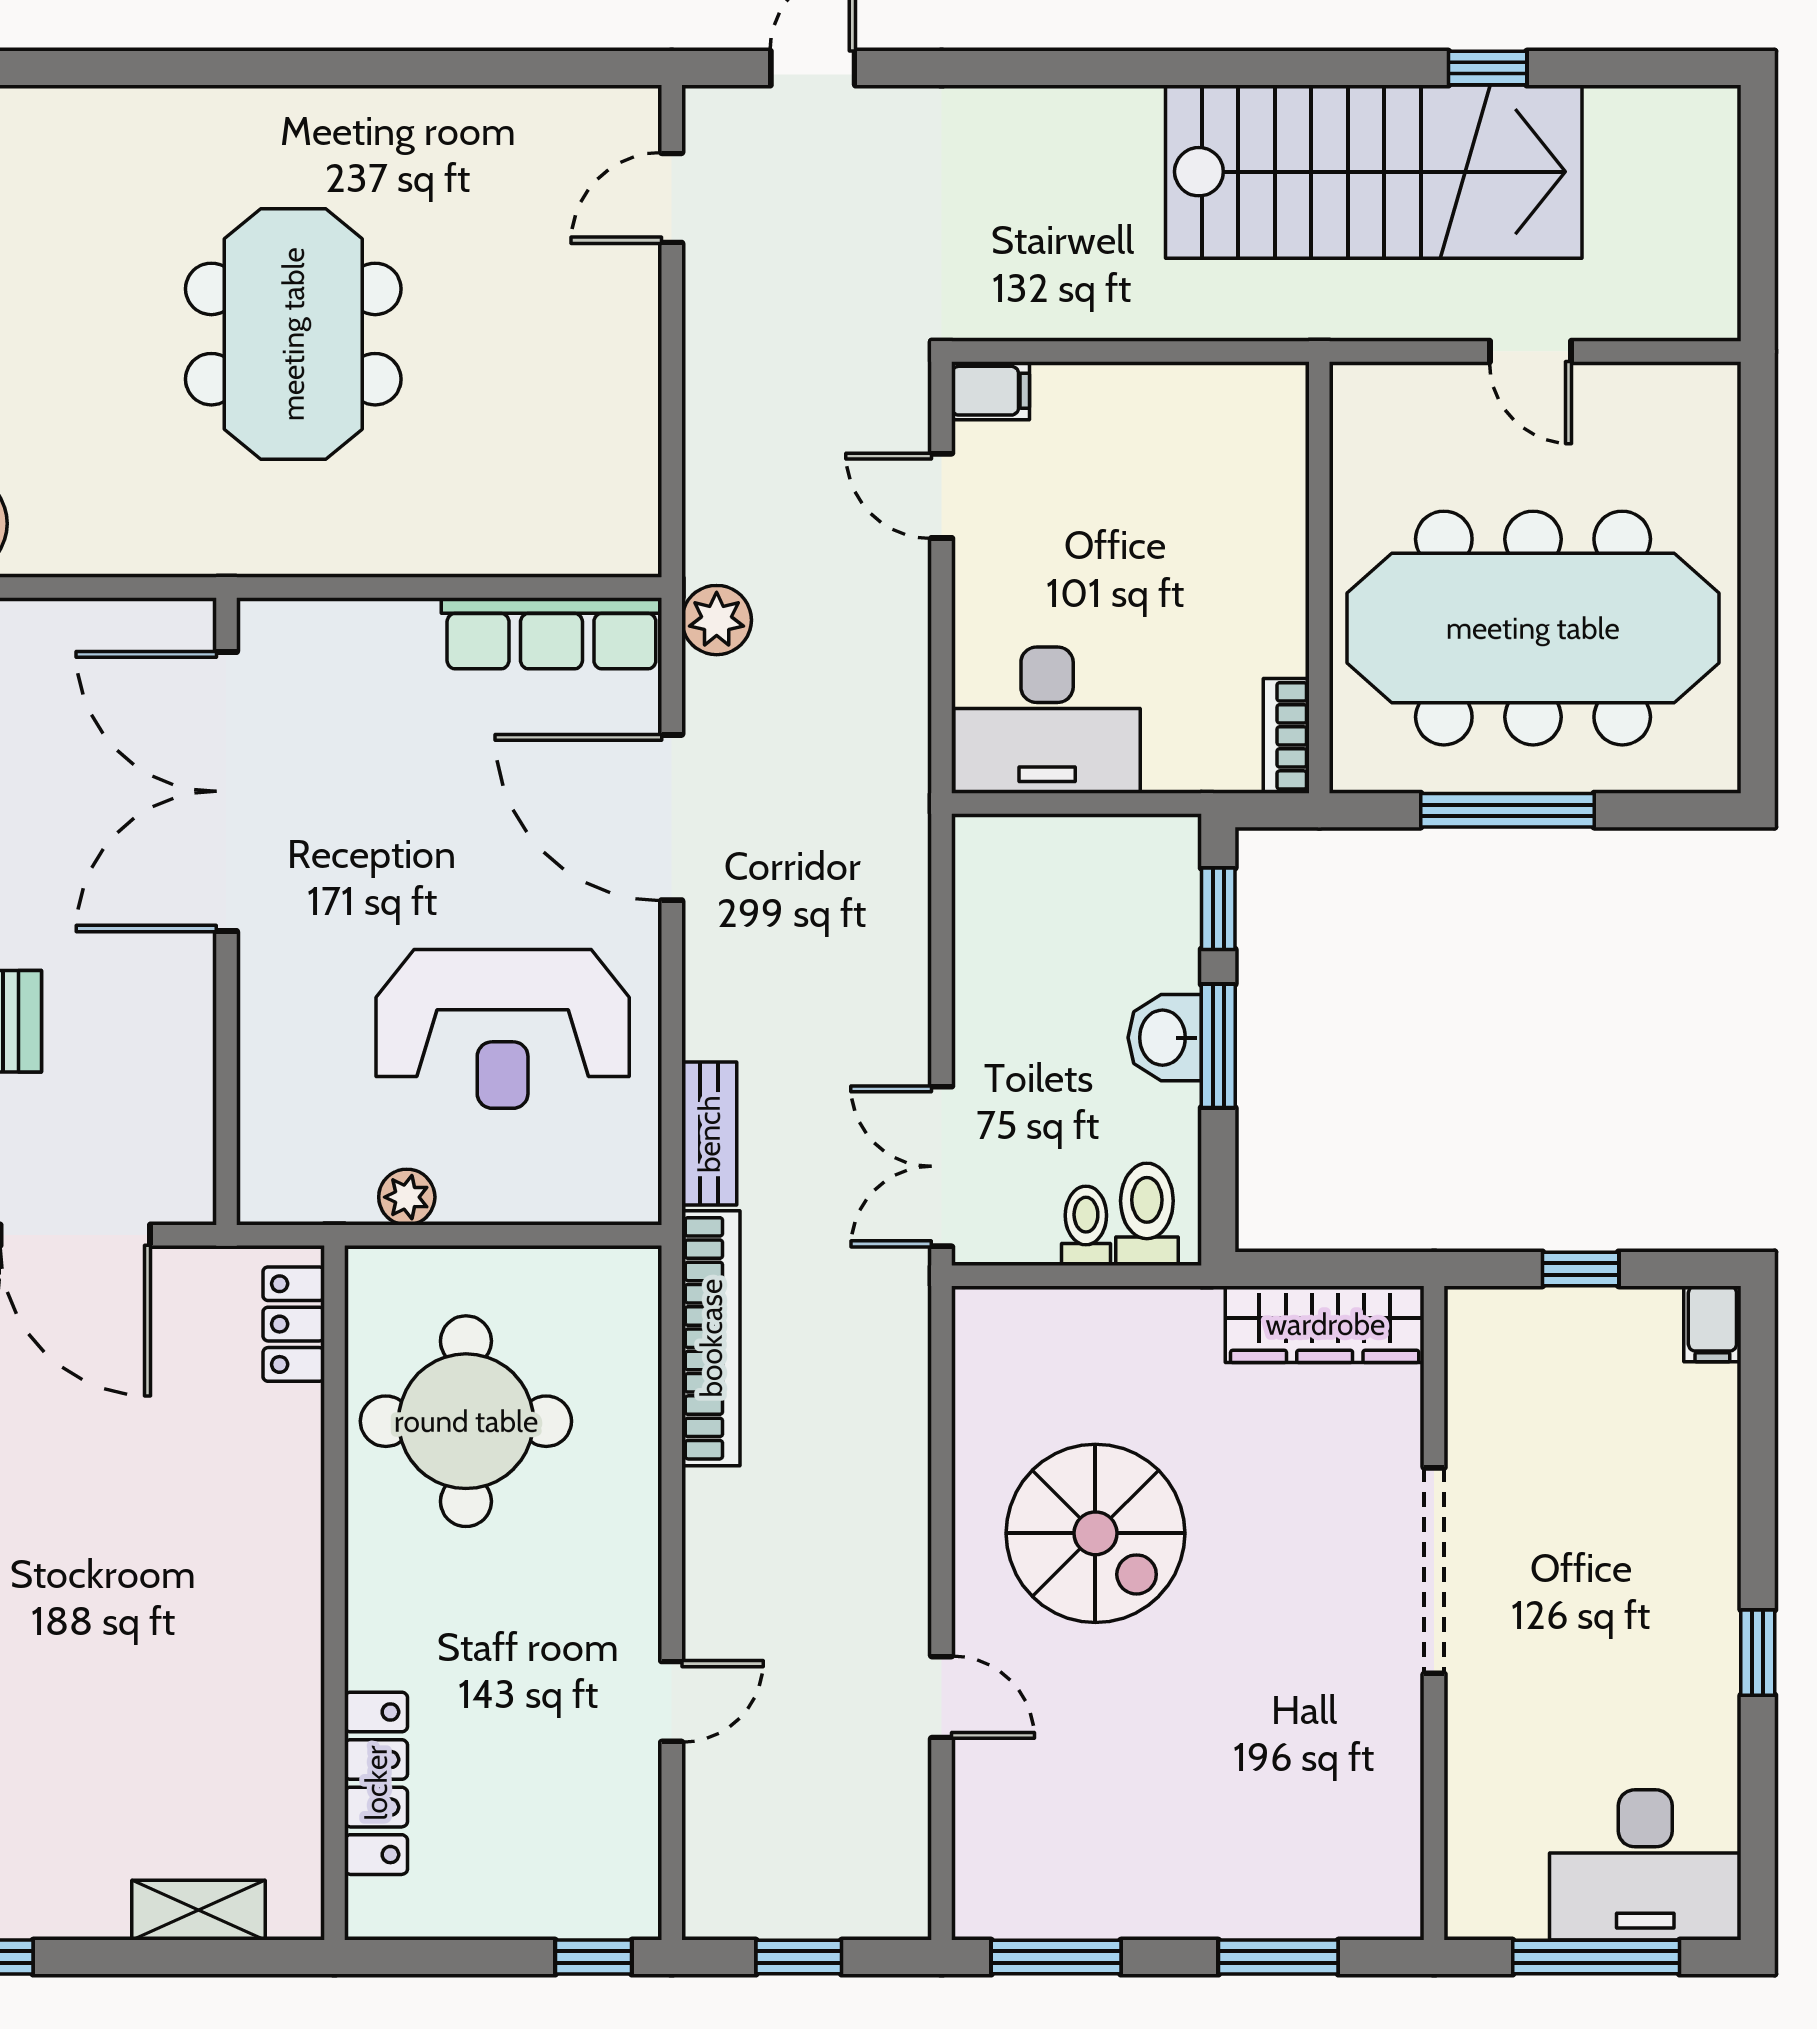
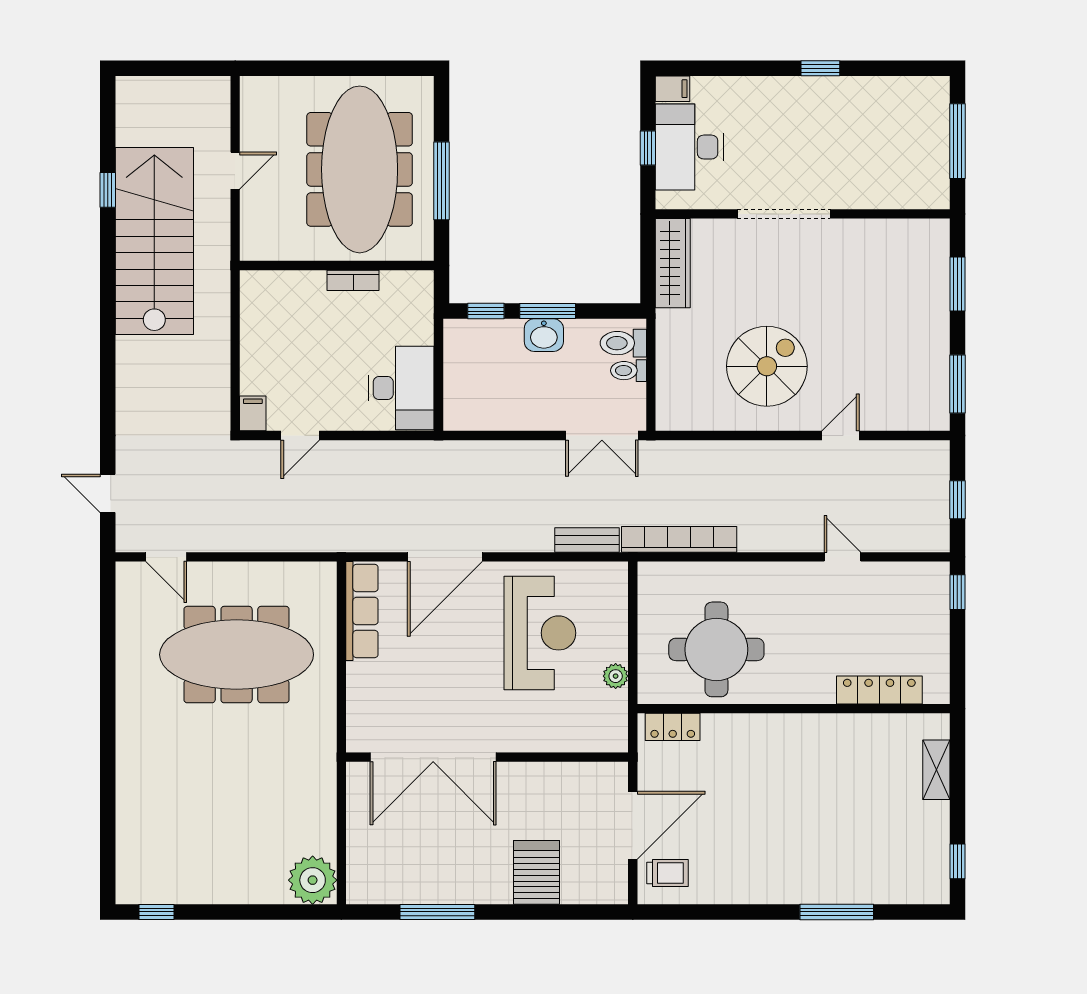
meeting table: (293, 334) -> (237, 655), moved, width x1.36
plant: (717, 620) -> (356, 537), removed
bookcase: (1286, 736) -> (353, 280), moved
desk: (1645, 1865) -> (689, 147), moved, turned 180

